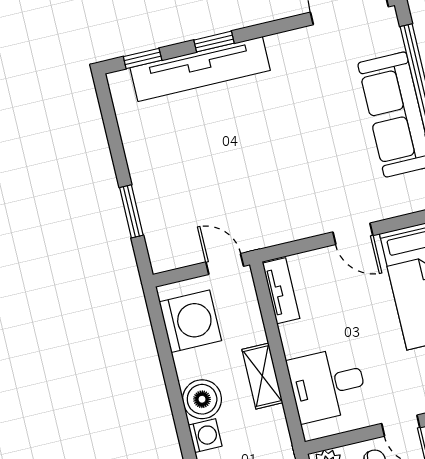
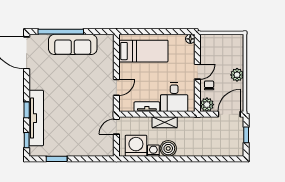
window: (131, 211) -> (57, 159), moved
door: (353, 234) -> (116, 87), moved
tv unit: (281, 291) -> (147, 107), moved
washing machine: (205, 436) -> (153, 151), moved

